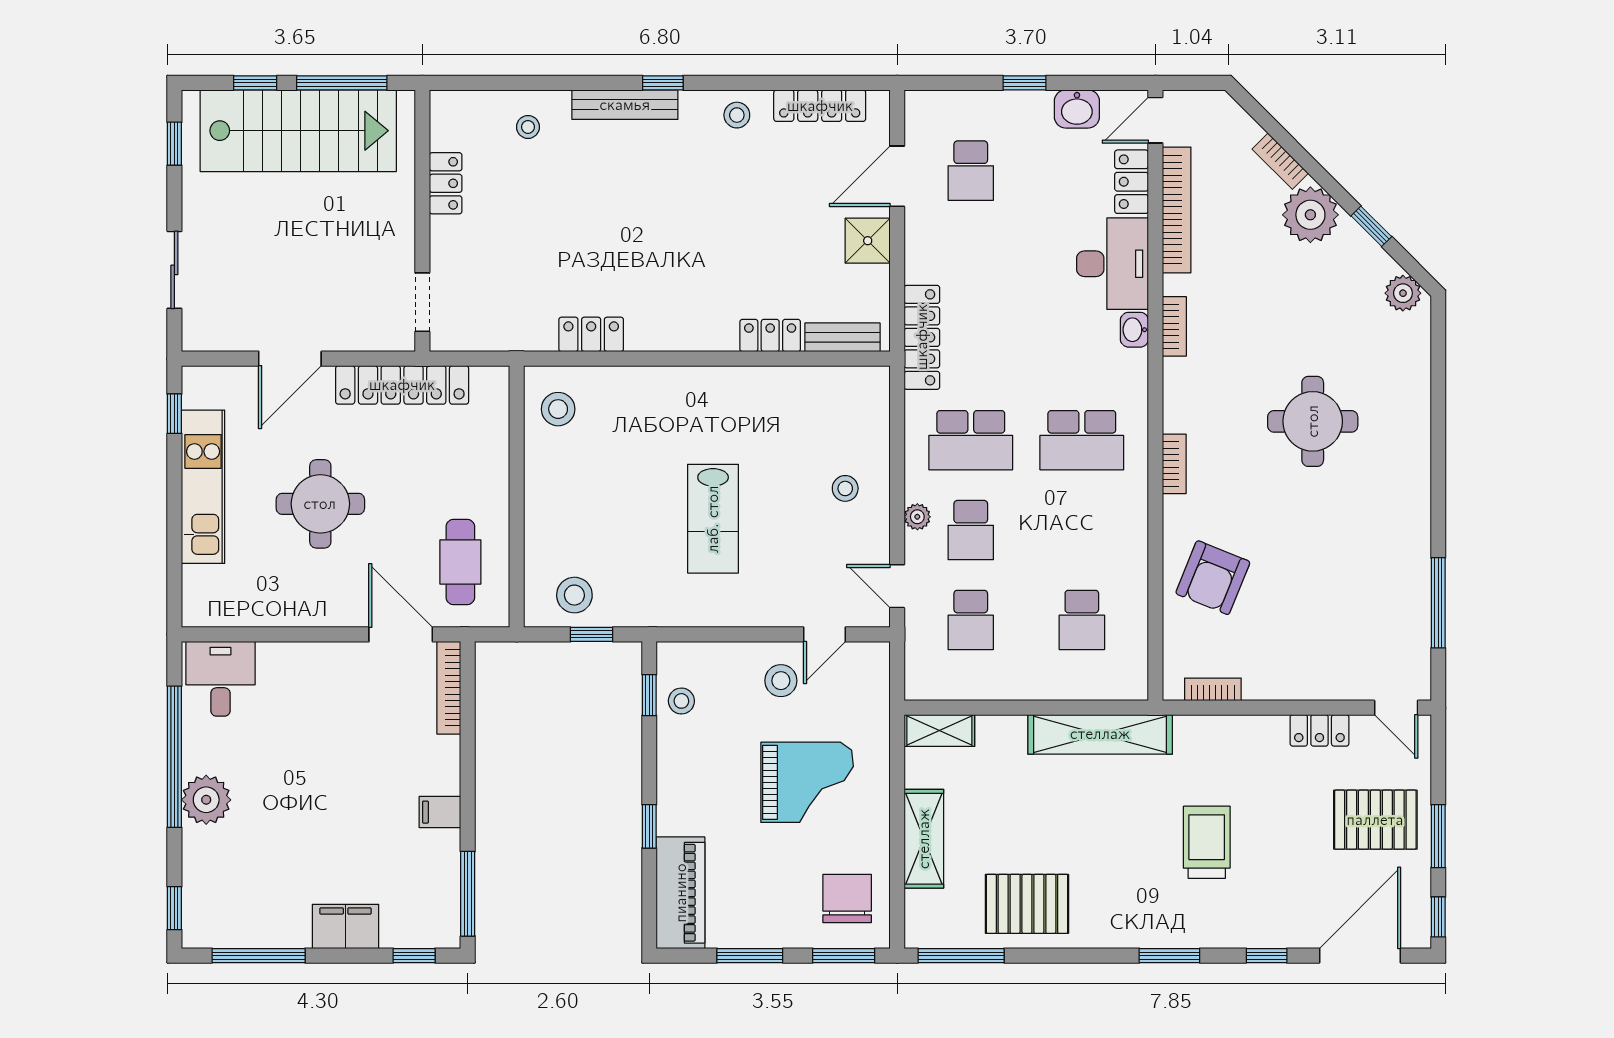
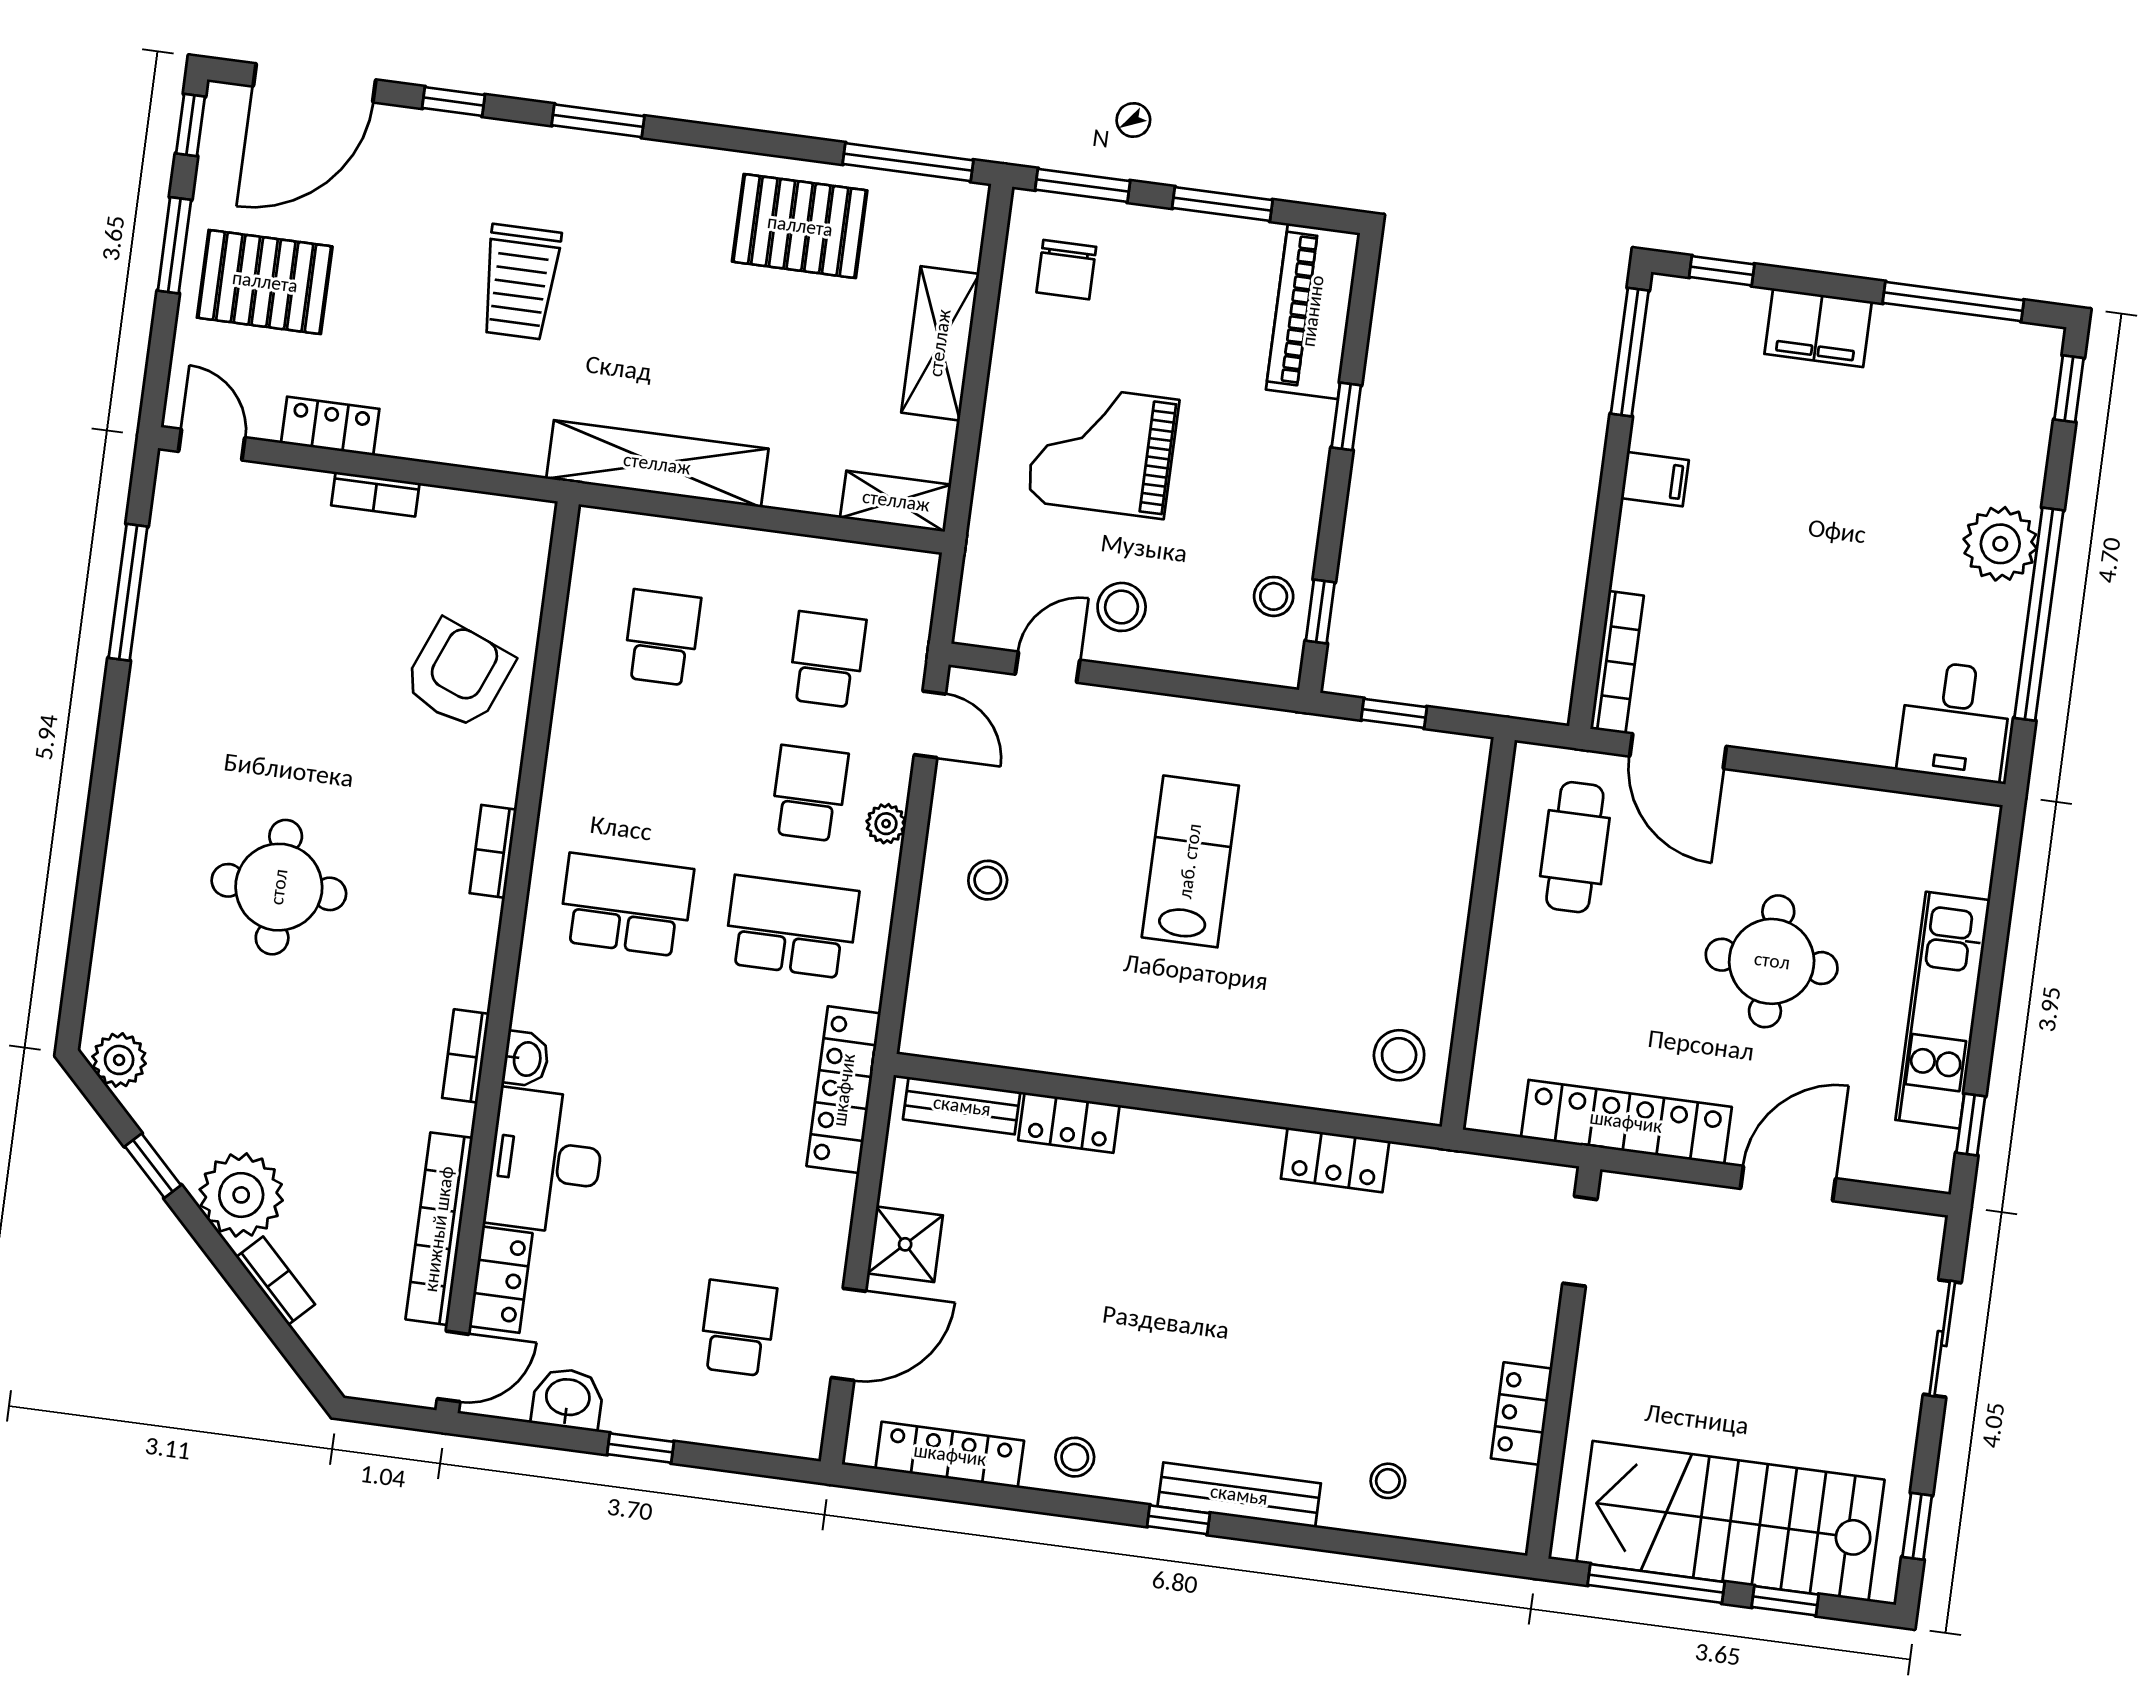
stool: (574, 595) -> (1412, 775), removed
bookcase: (1213, 689) -> (375, 494), moved
chair: (847, 899) -> (1066, 270), width x0.73, depth x0.73

